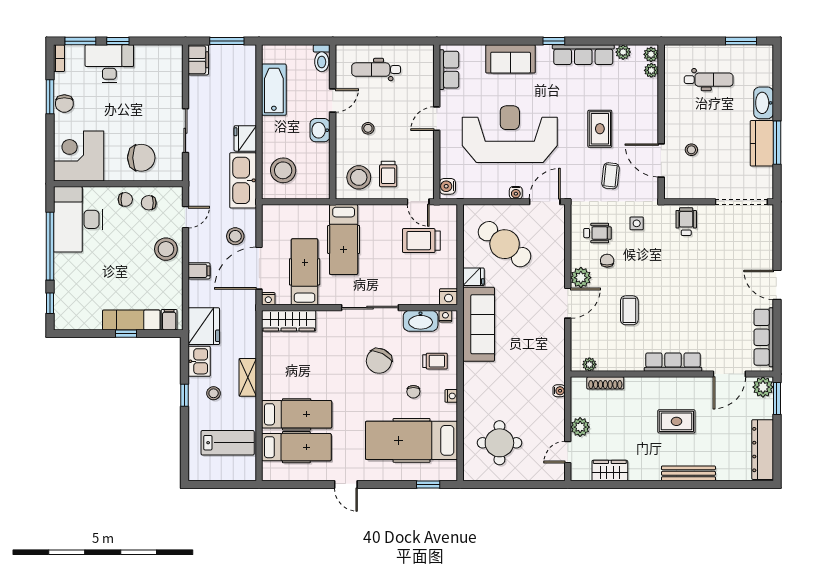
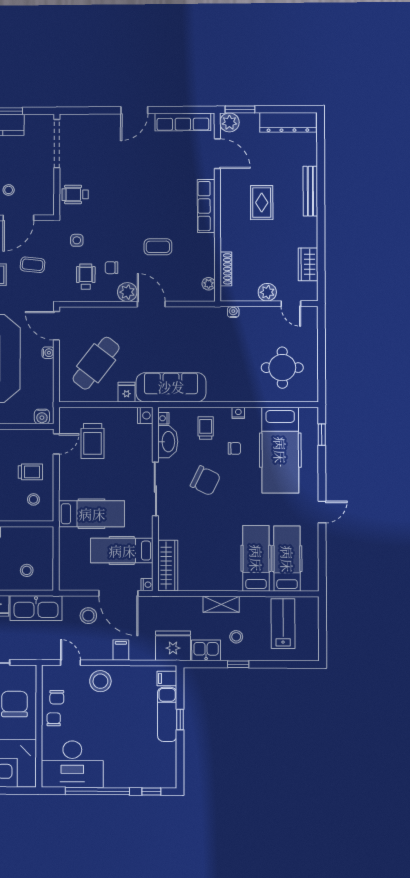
stool: (283, 170) -> (27, 570), width x0.53, depth x0.53
stool: (359, 177) -> (33, 499), width x0.53, depth x0.53

